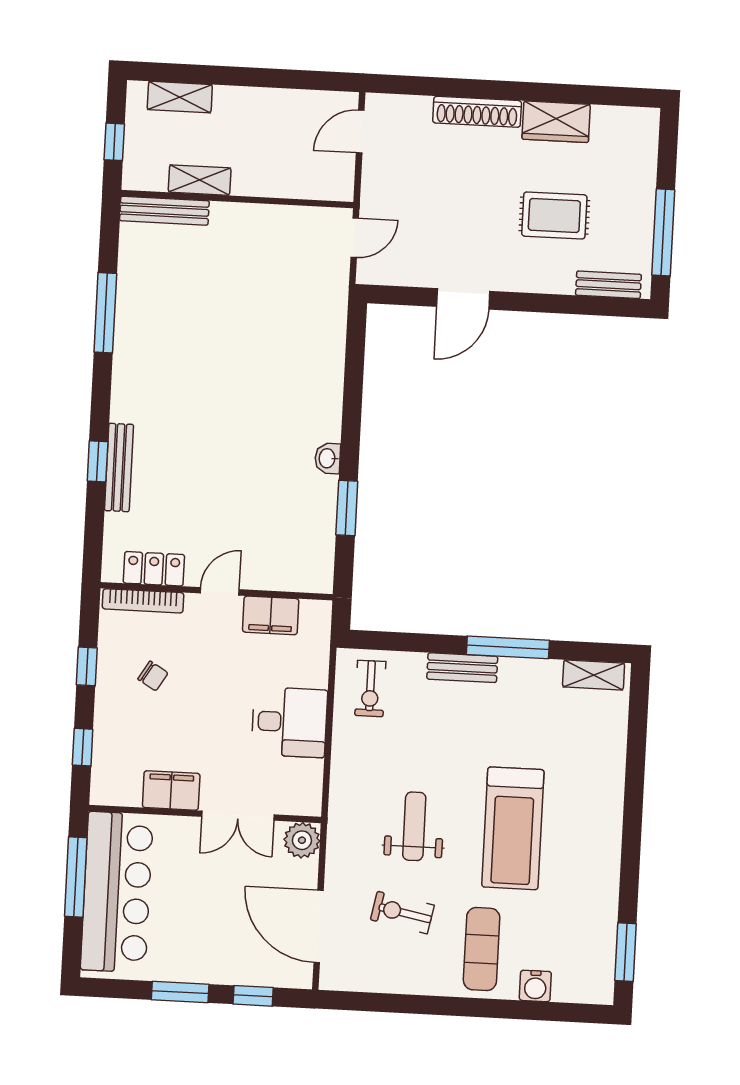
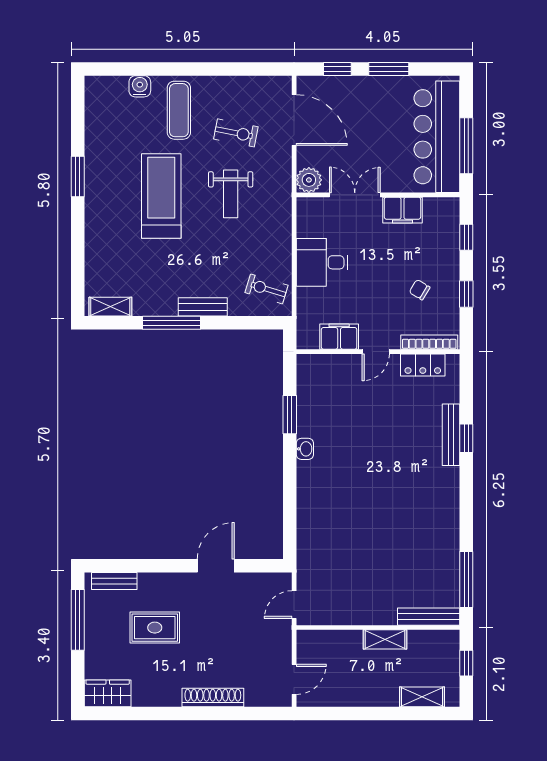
wardrobe: (556, 122) -> (108, 693), moved
shelving: (200, 180) -> (385, 639), moved
window: (105, 313) -> (466, 580), moved
exercise bike: (370, 688) -> (267, 289), turned -73
window: (626, 952) -> (78, 177), moved

